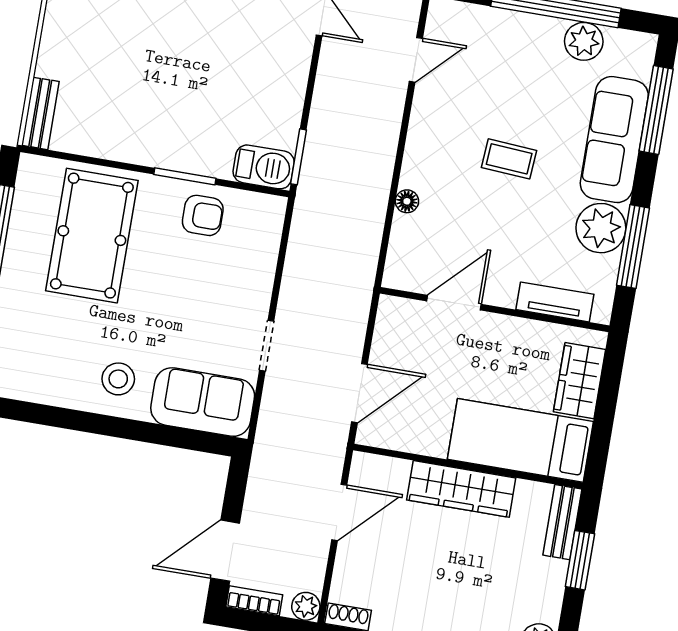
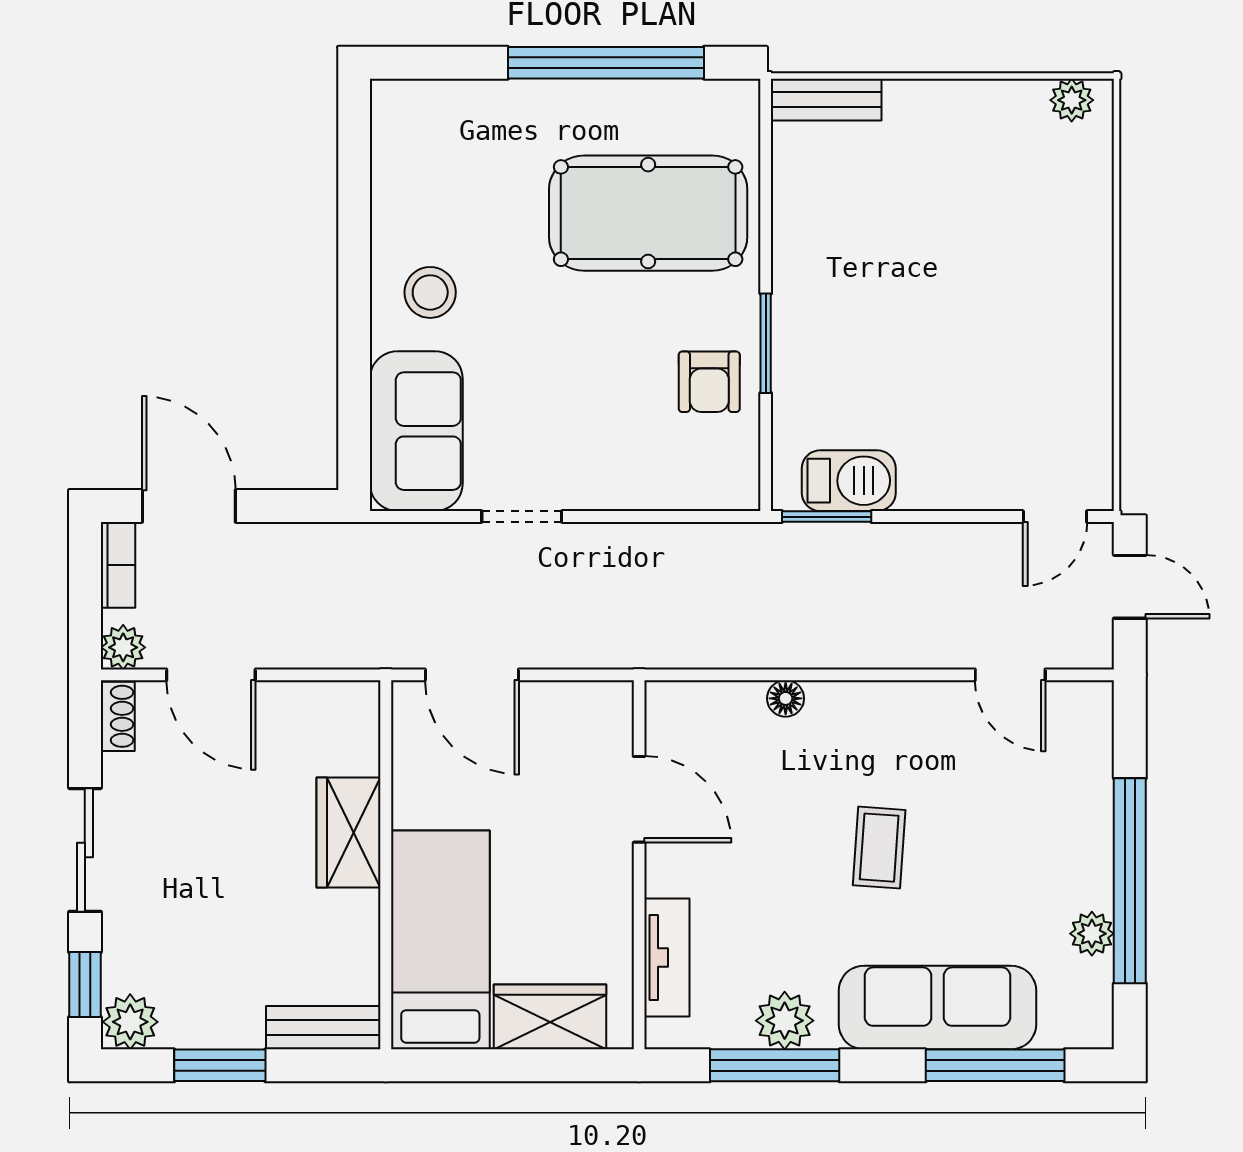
plant: (584, 41) -> (1092, 934), width x0.73, depth x0.73
barbecue: (264, 167) -> (849, 481), moved, turned -90
plant: (601, 228) -> (785, 1021), width x0.73, depth x0.73
wardrobe: (461, 489) -> (349, 832), width x0.67
door: (339, 512) -> (211, 675), moved
window: (580, 560) -> (220, 1065), moved

